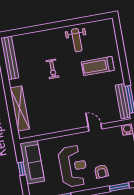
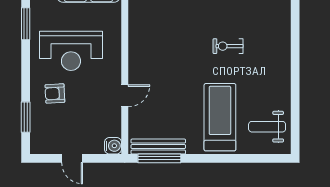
weight bench: (77, 40) -> (267, 127), moved
treadmill: (98, 66) -> (220, 117), width x1.37, depth x1.38

